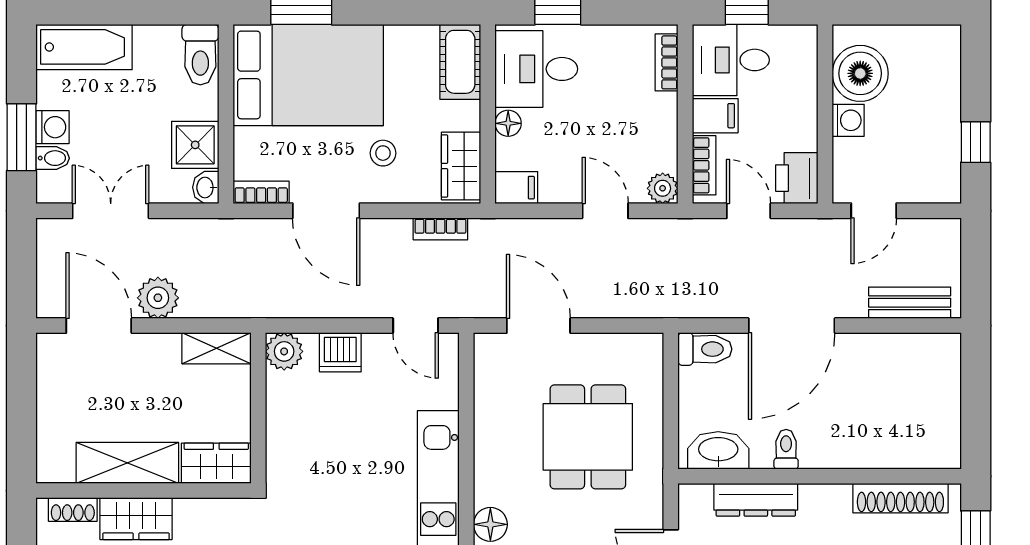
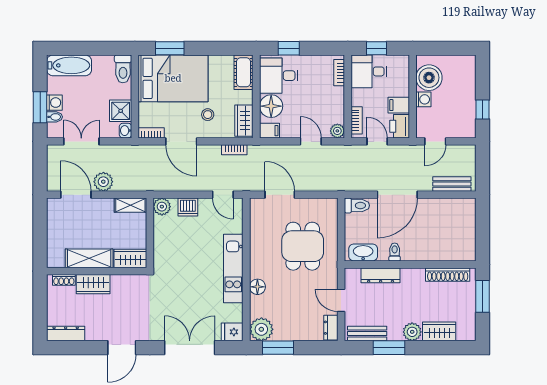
filing cabinet: (715, 116) -> (399, 105), moved, turned 180
floor lamp: (508, 123) -> (271, 106), width x1.89, depth x1.89

